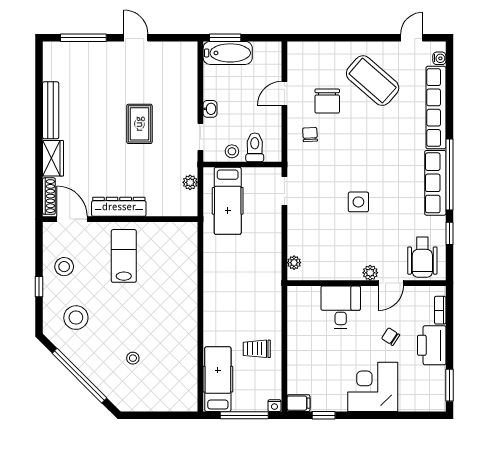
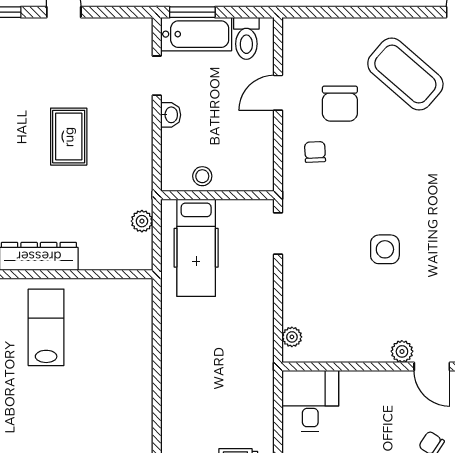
doorway: (200, 137) -> (157, 76), moved
toilet: (255, 147) -> (246, 38), moved, turned 180
door: (391, 283) -> (432, 366), hinge flipped
desk: (341, 307) -> (310, 401), moved

